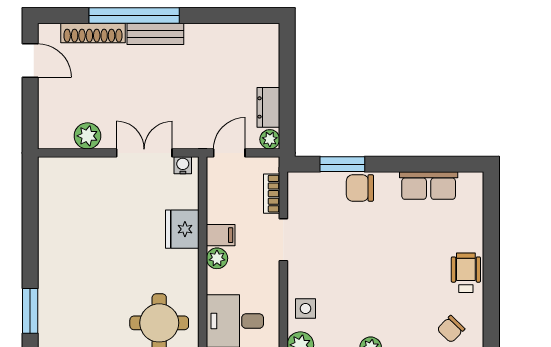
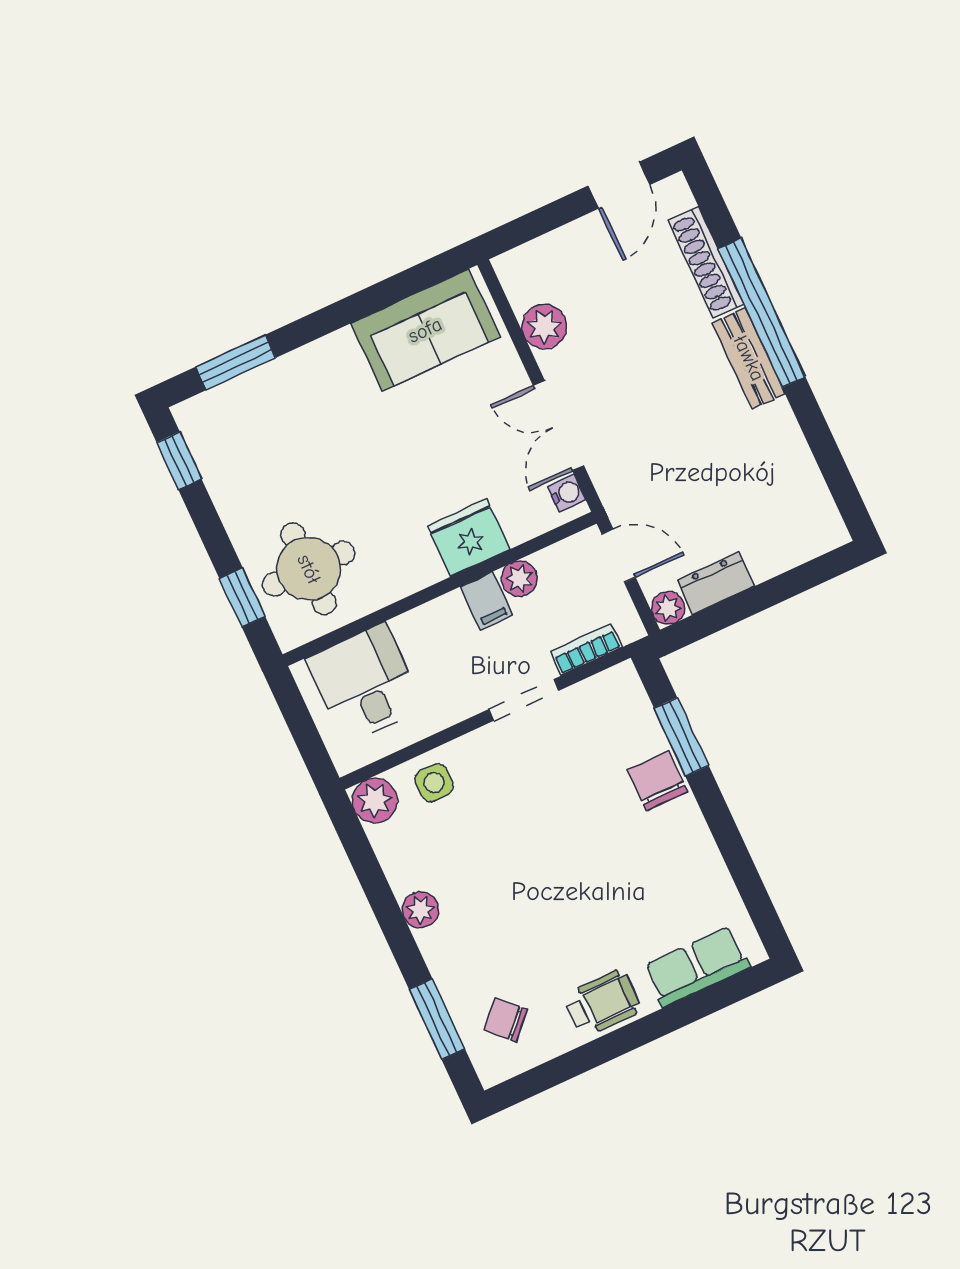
double door: (144, 153) -> (558, 425), swing flipped
row of seats: (429, 186) -> (697, 967), moved, turned 90
sofa: (60, 201) -> (425, 330), added
plant: (217, 258) -> (520, 579), moved

